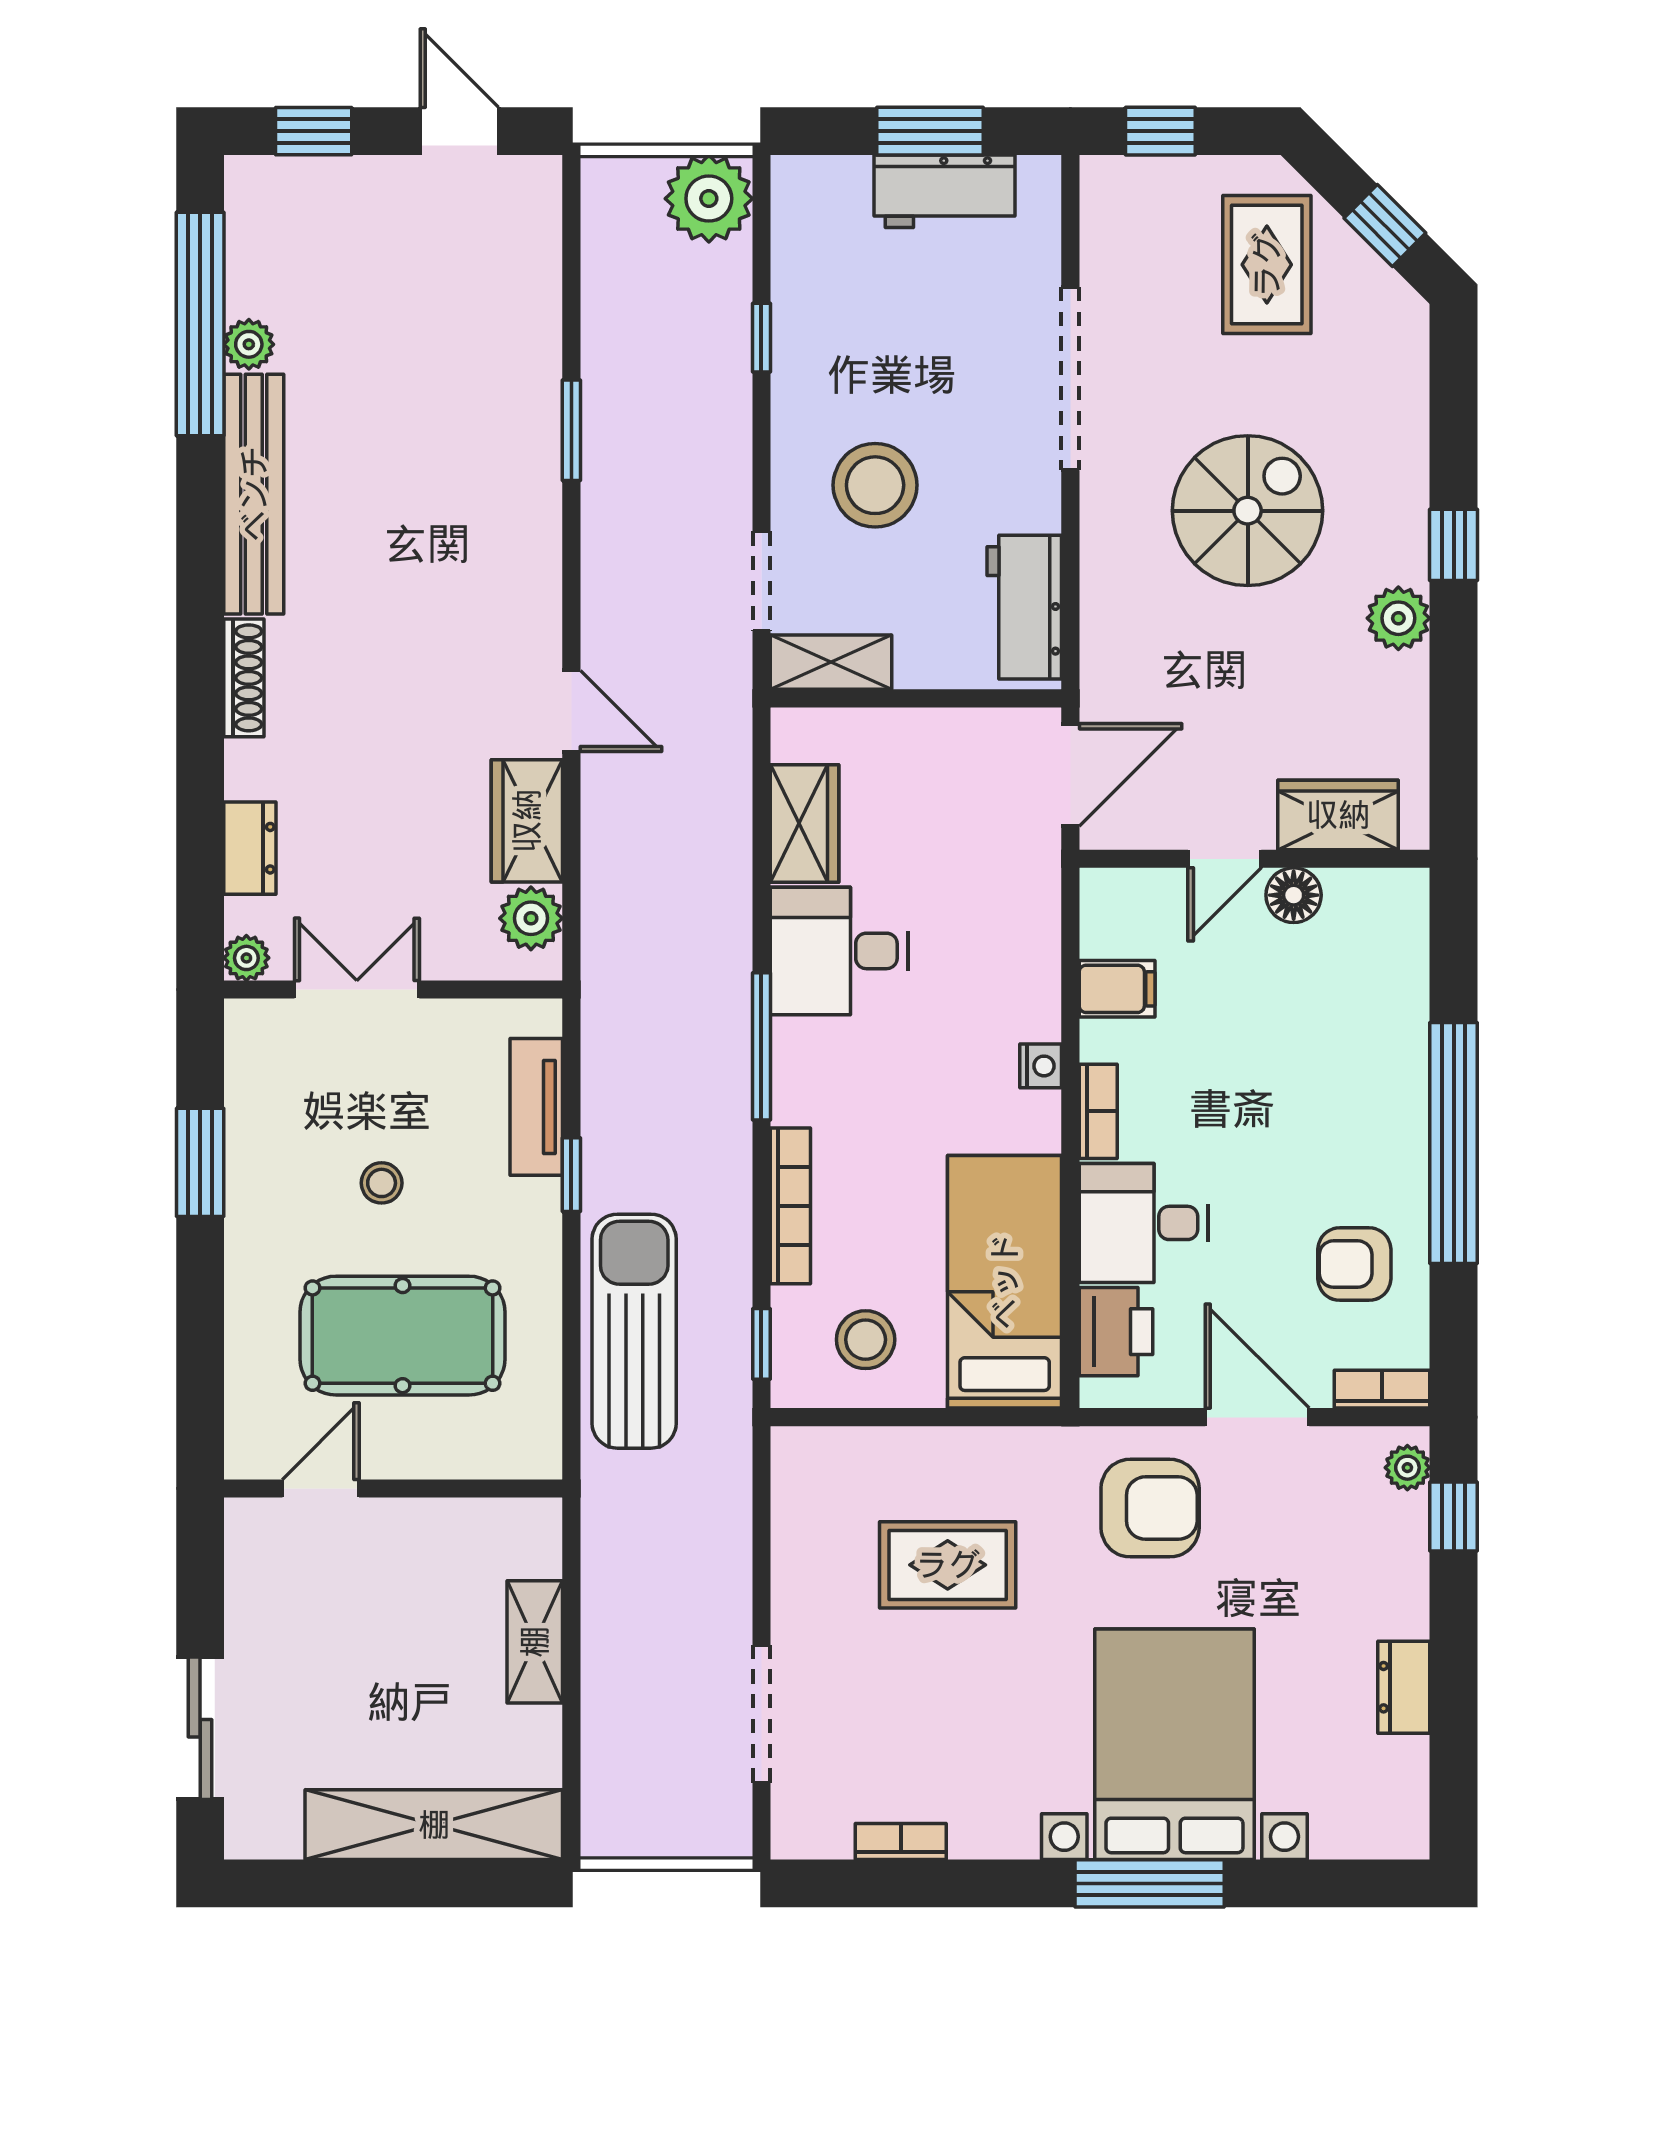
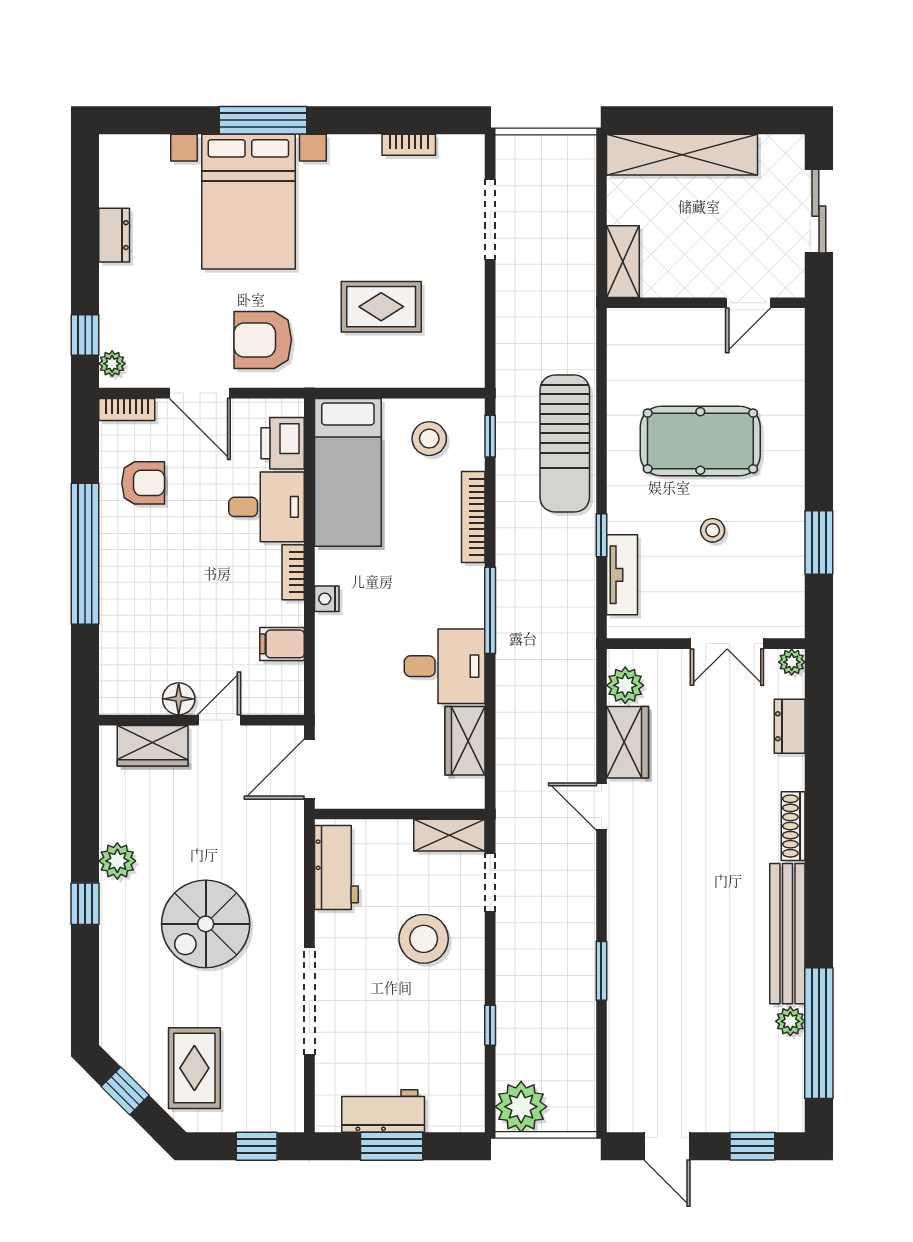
door: (321, 1488) -> (748, 303), moved
wall: (393, 1488) -> (706, 303), moved

